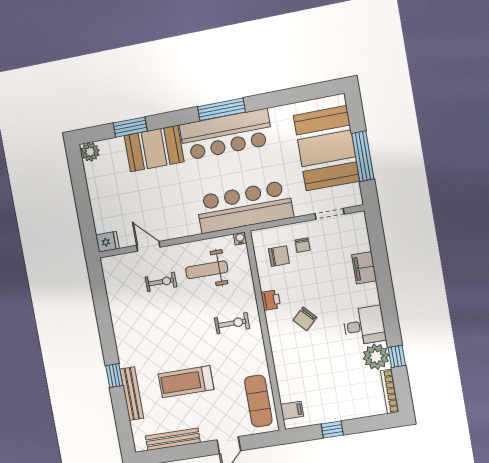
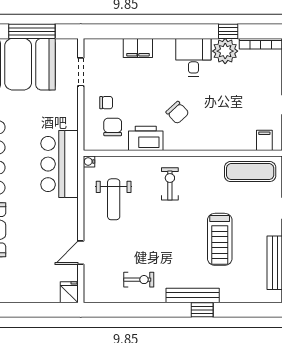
bar counter: (245, 207) -> (60, 164), width x0.73
exercise bike: (161, 282) -> (139, 280), moved, turned 90
printer: (271, 300) -> (146, 138), width x1.87, depth x1.48
bench: (132, 394) -> (193, 295), moved

